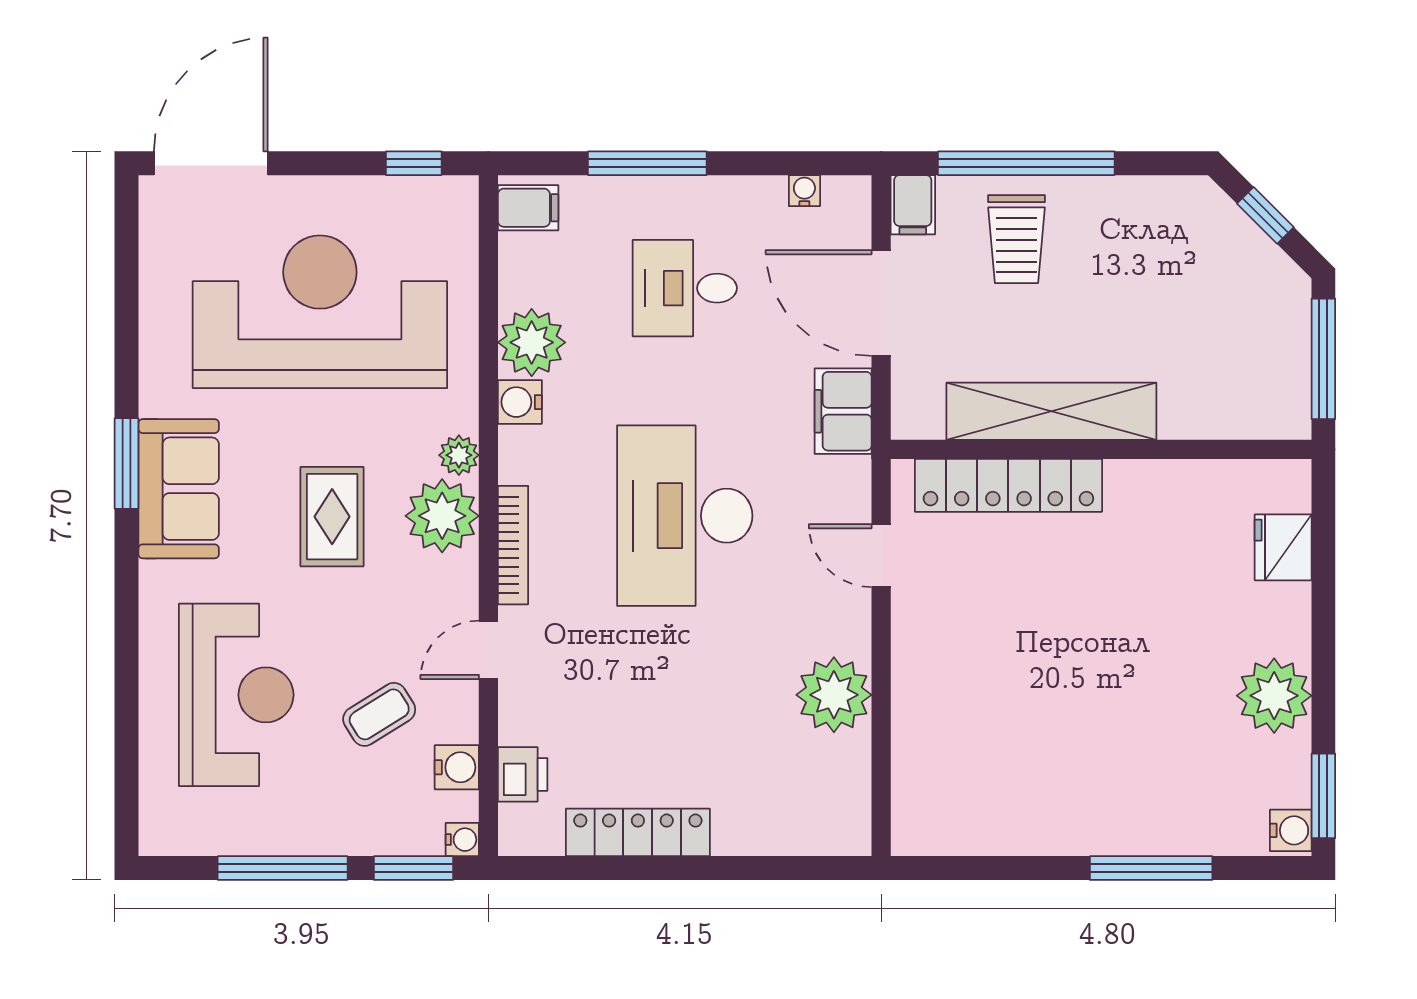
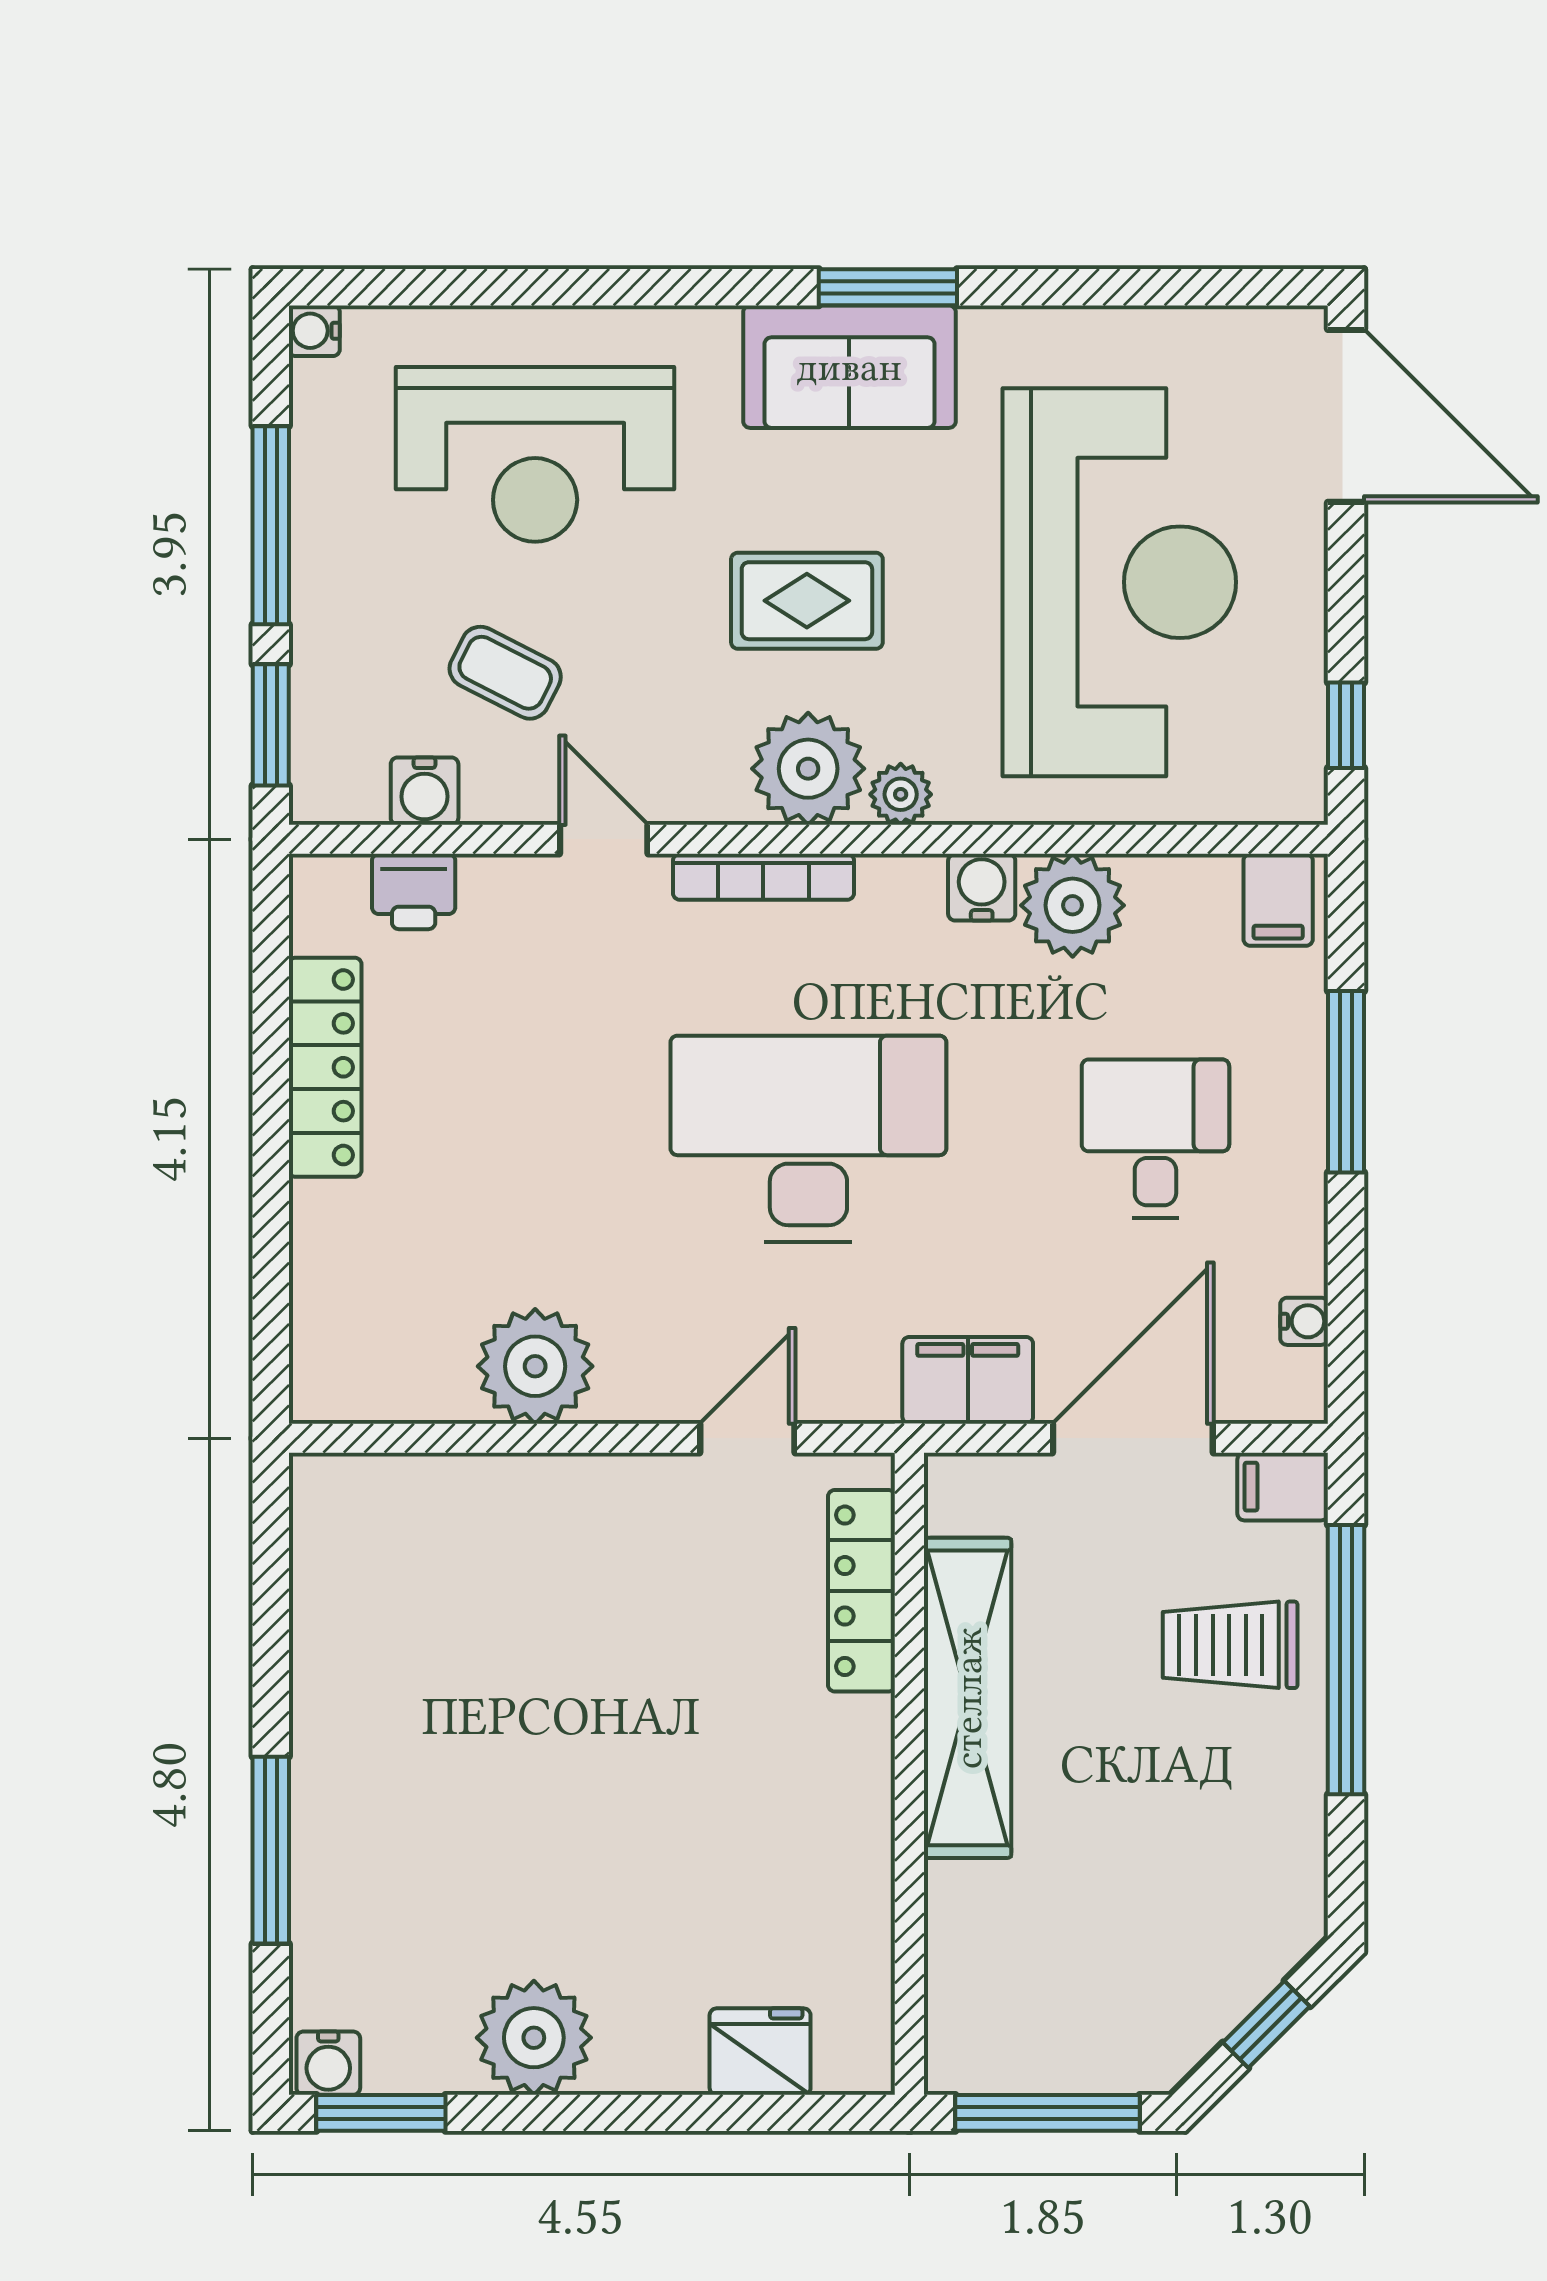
locker: (1008, 485) -> (862, 1591), width x0.71, depth x0.83
coffee table: (379, 714) -> (505, 673), turned -31
water cooler: (462, 840) -> (314, 331), moved, turned 90

